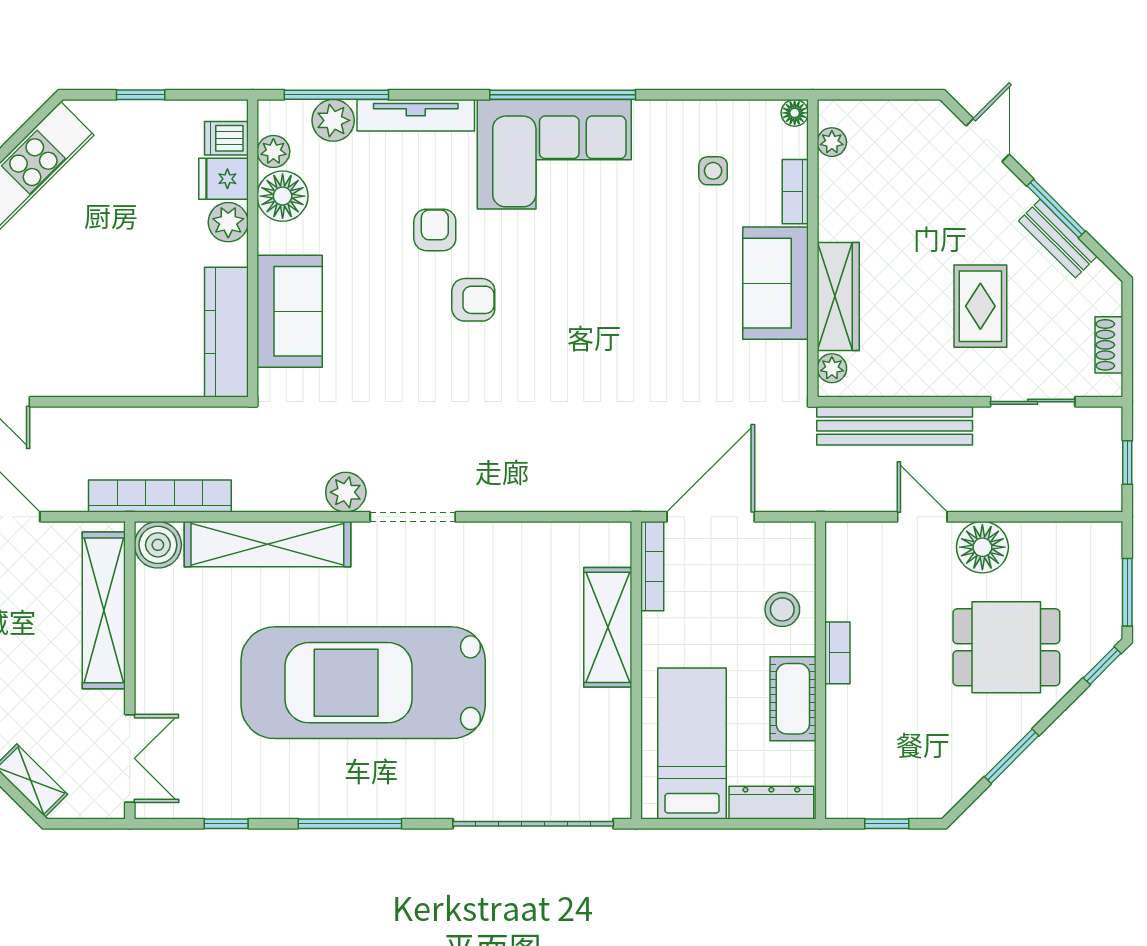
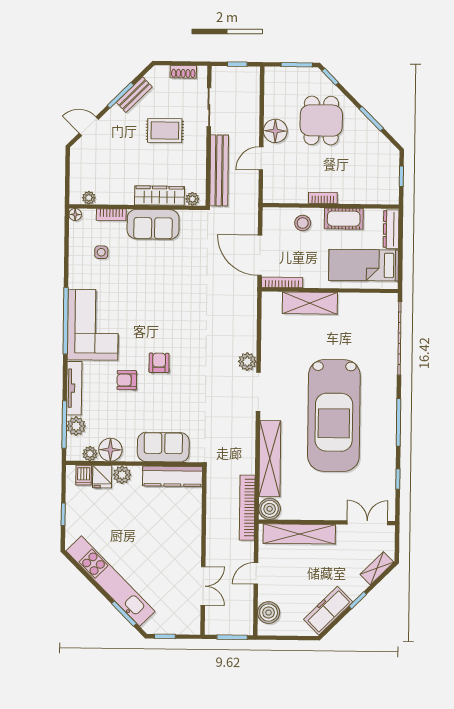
plant: (346, 492) -> (247, 362), moved

